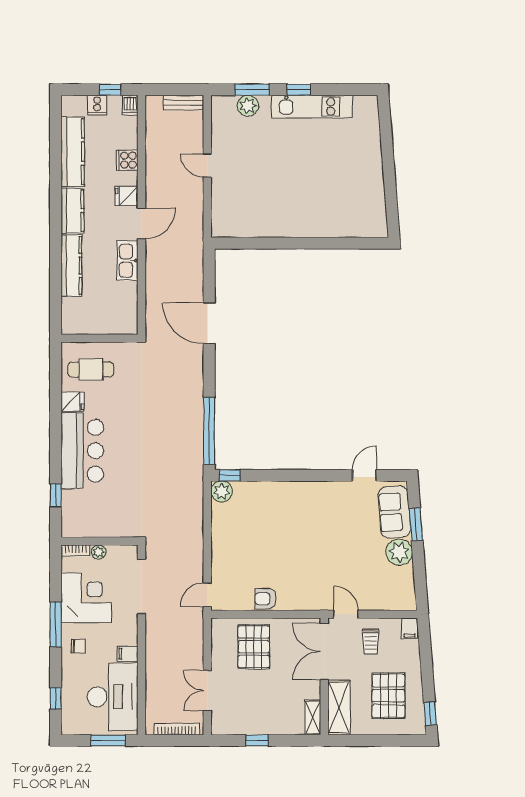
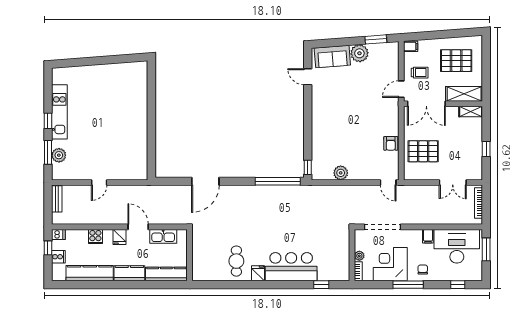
wall: (99, 338) -> (190, 255), moved
plant: (222, 491) -> (341, 173), moved
window: (416, 524) -> (376, 39), moved
window: (430, 713) -> (468, 32), removed

